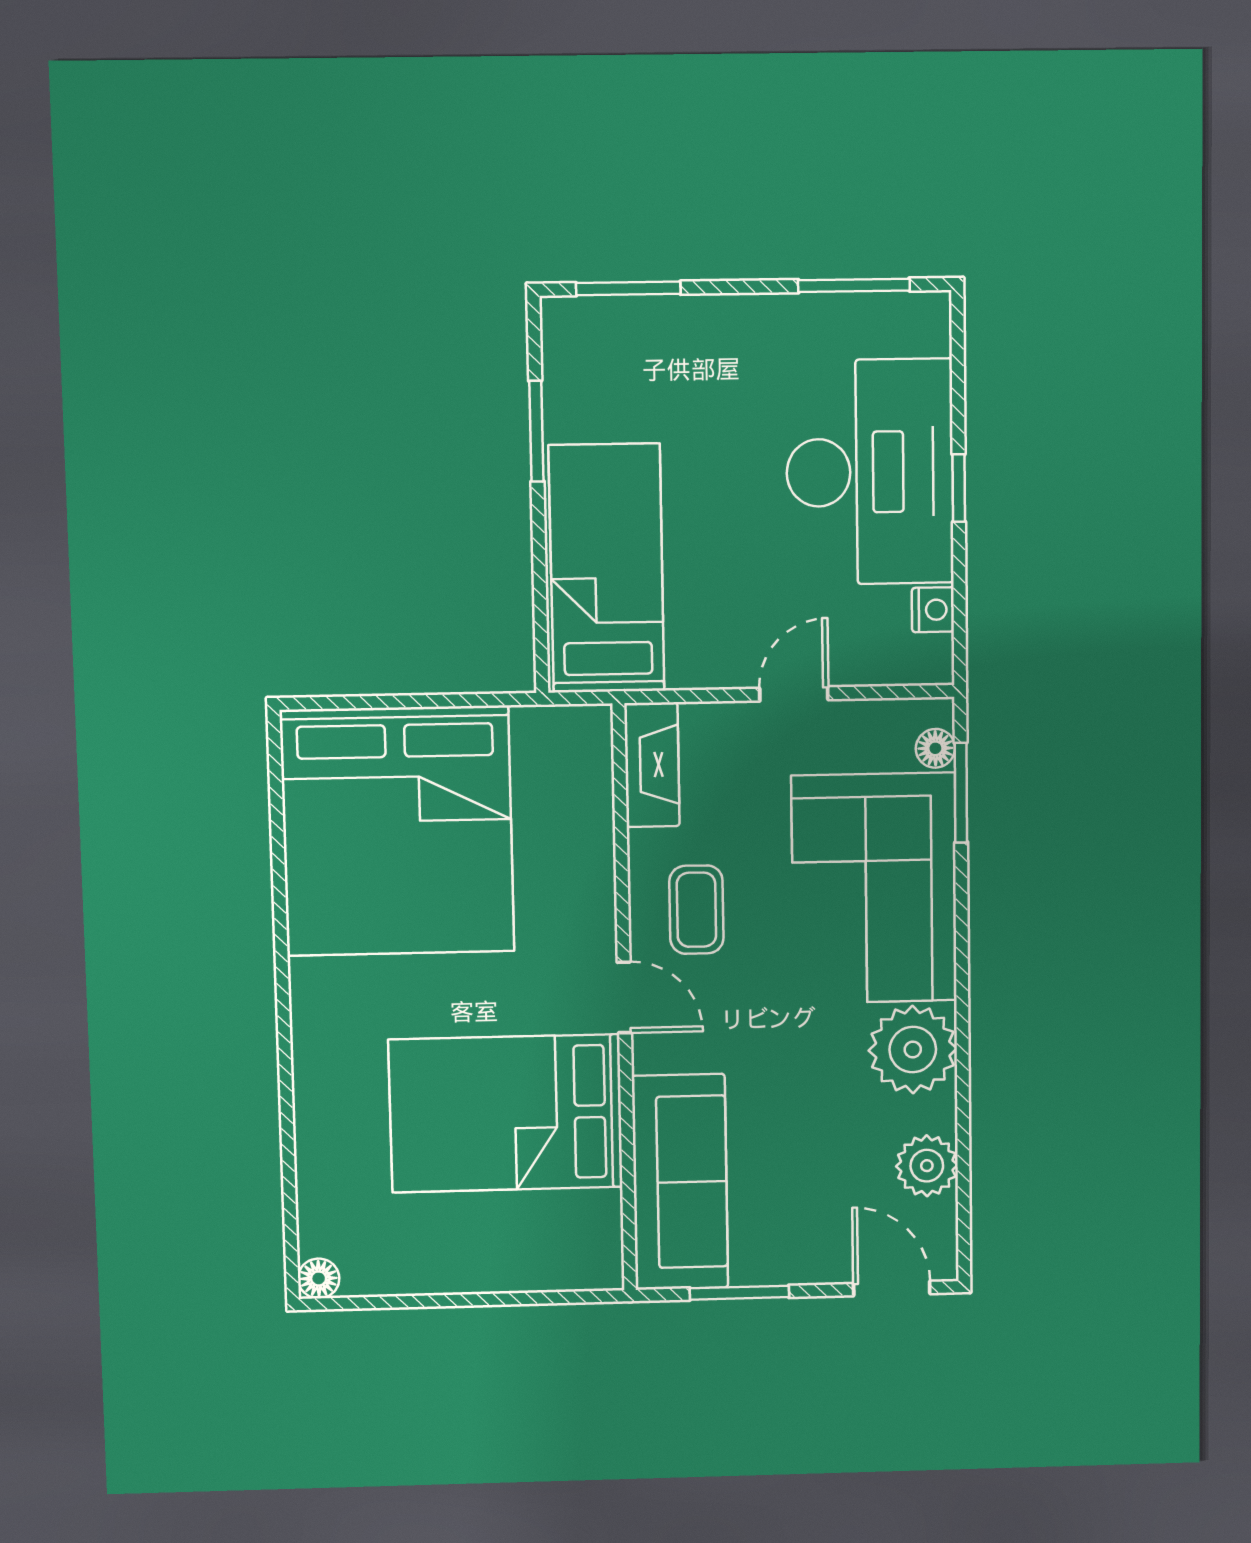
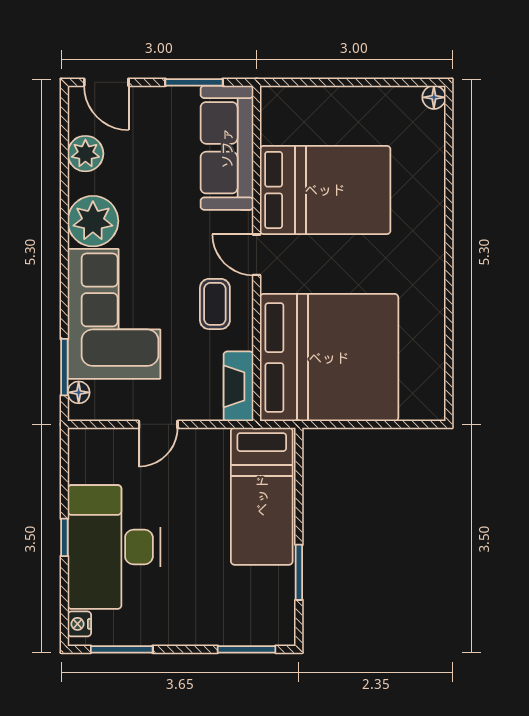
nightstand: (933, 610) -> (79, 624), moved
bed: (397, 831) -> (329, 358), moved, turned 90

